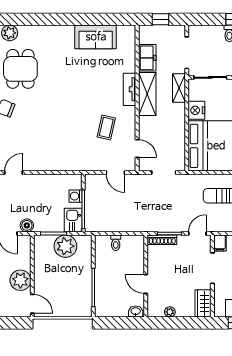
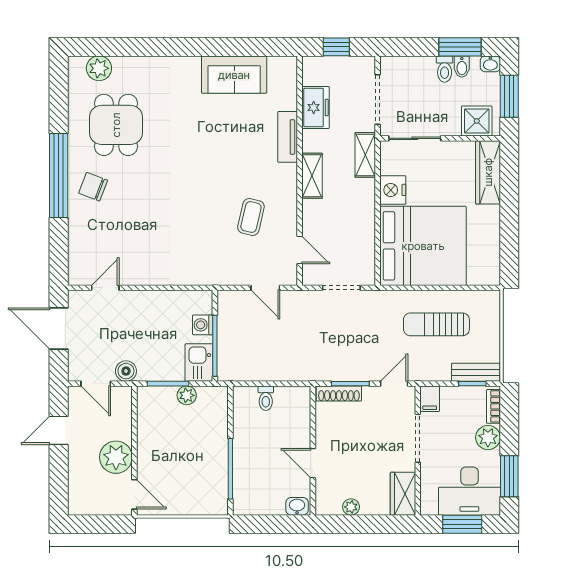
tv unit: (130, 89) -> (288, 137), moved
shelving: (147, 94) -> (312, 176), width x0.67, depth x0.75
plant: (65, 246) -> (187, 395), width x0.53, depth x0.53

